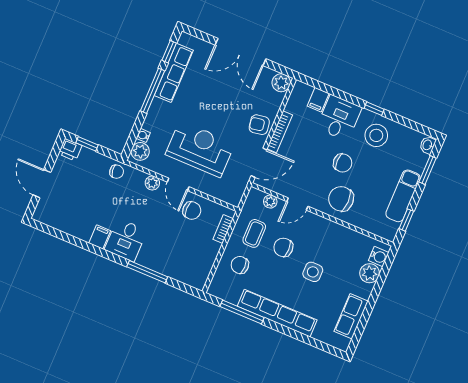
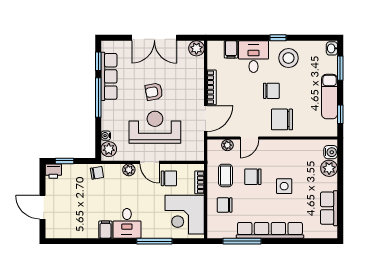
armchair: (259, 125) -> (154, 92), moved
corner desk: (192, 257) -> (185, 215), added

